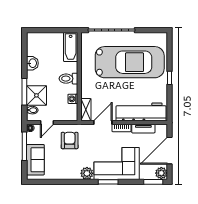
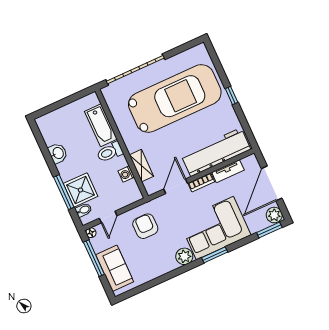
bathtub: (71, 47) -> (101, 125), moved
shelving: (86, 110) -> (141, 166), moved

